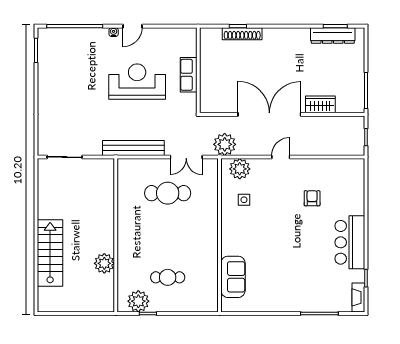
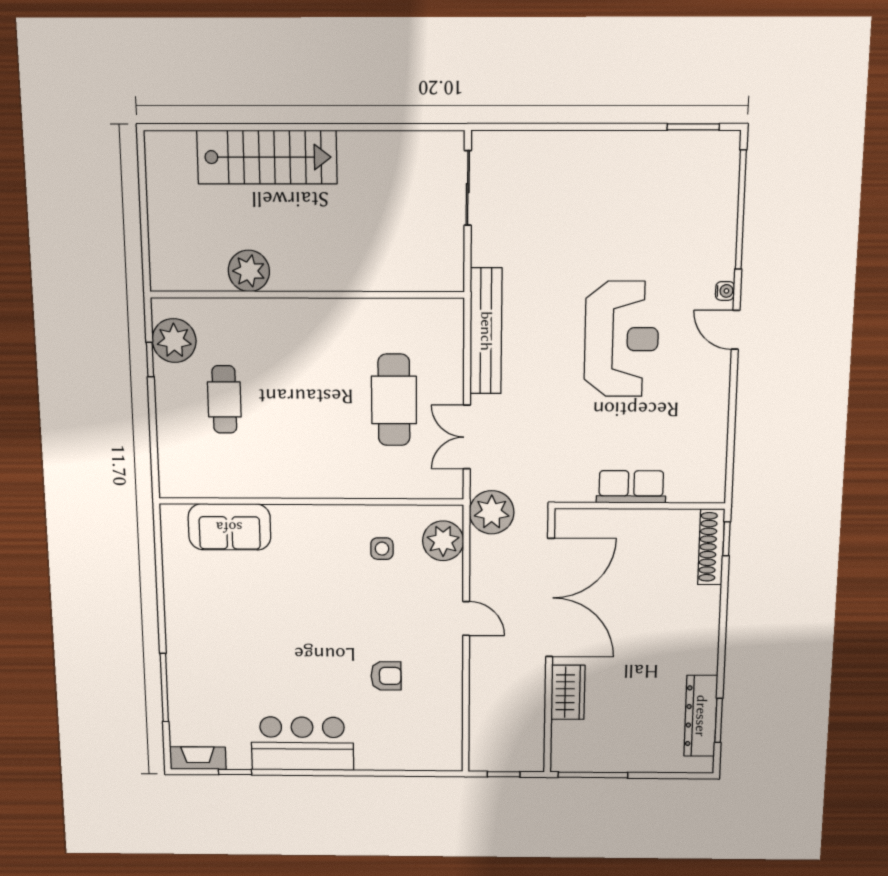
wall: (198, 70) -> (640, 506), moved
row of seats: (189, 75) -> (631, 487), moved

